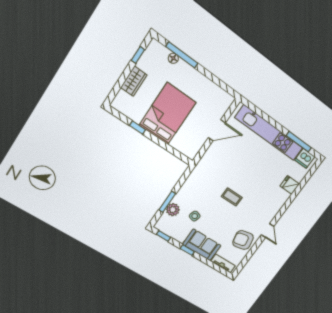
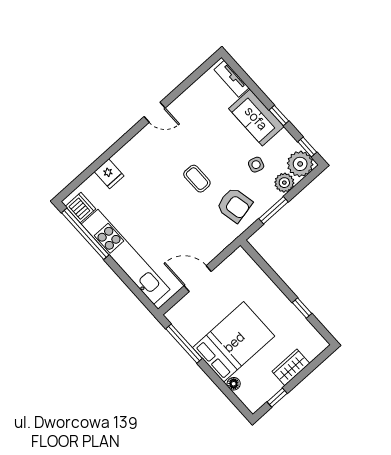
window: (182, 55) -> (184, 344), moved
bed: (168, 114) -> (234, 342), moved, turned 180
window: (299, 142) -> (85, 234), width x1.46
window: (167, 202) -> (274, 210), moved
plant: (165, 224) -> (300, 164), added
door: (267, 231) -> (155, 112), swing flipped
armchair: (243, 240) -> (234, 205), moved

